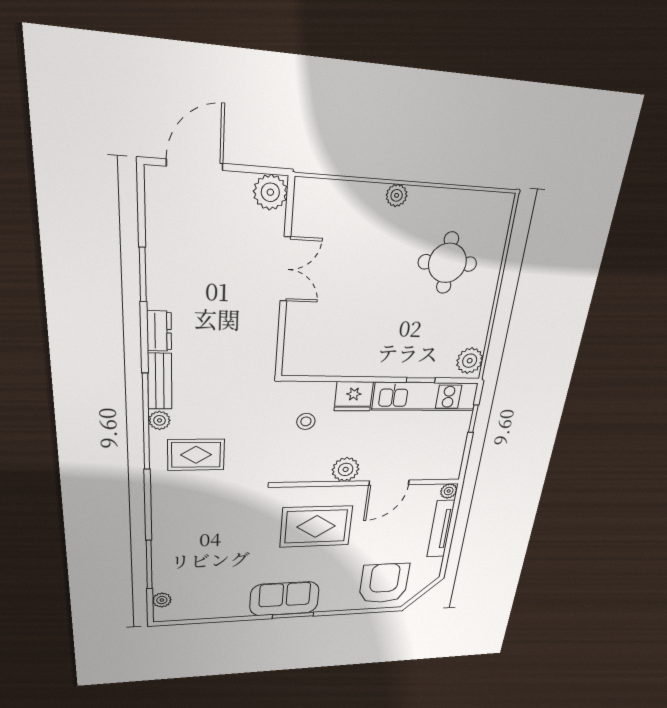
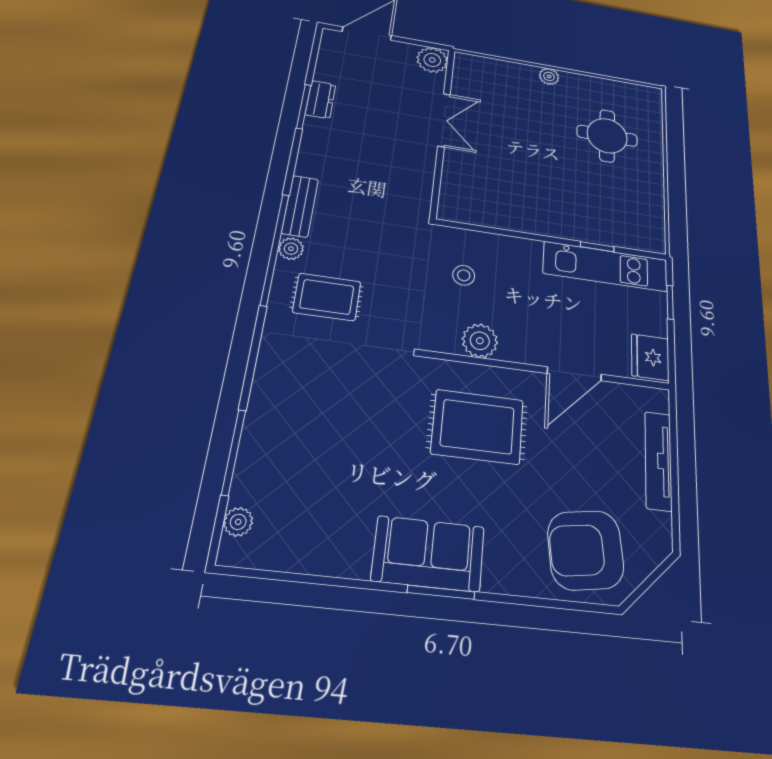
dresser: (159, 331) -> (321, 100), moved
plant: (470, 361) -> (650, 233), removed
fridge: (354, 396) -> (650, 357), moved, turned 90
plant: (346, 469) -> (480, 341), moved
plant: (449, 491) -> (658, 399), removed
armchair: (384, 583) -> (586, 550), turned -98

